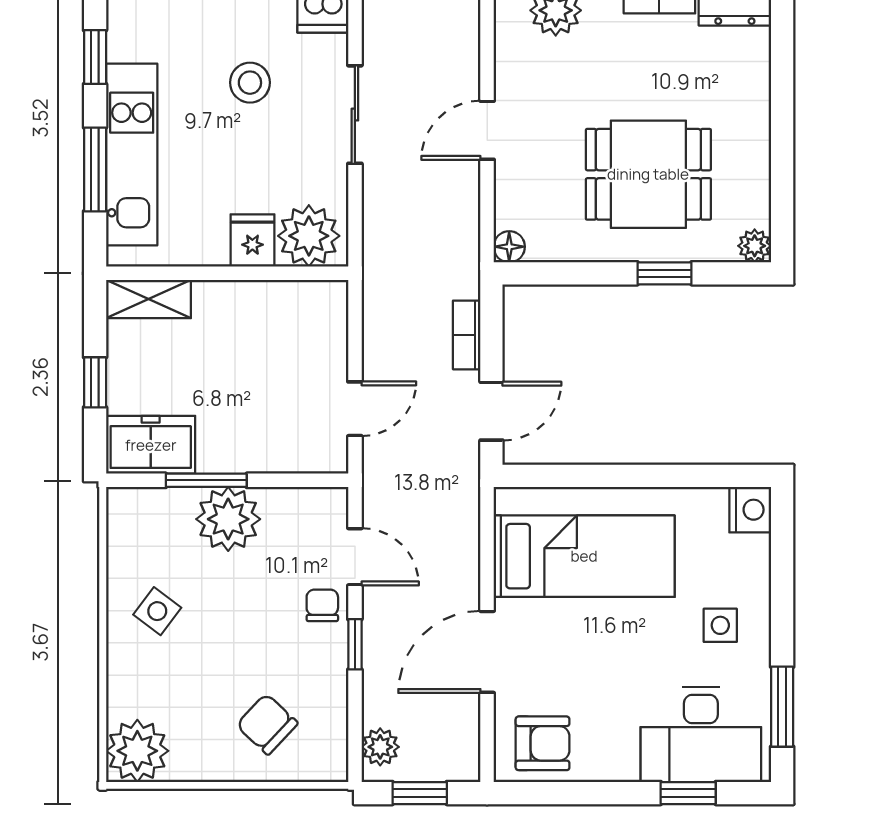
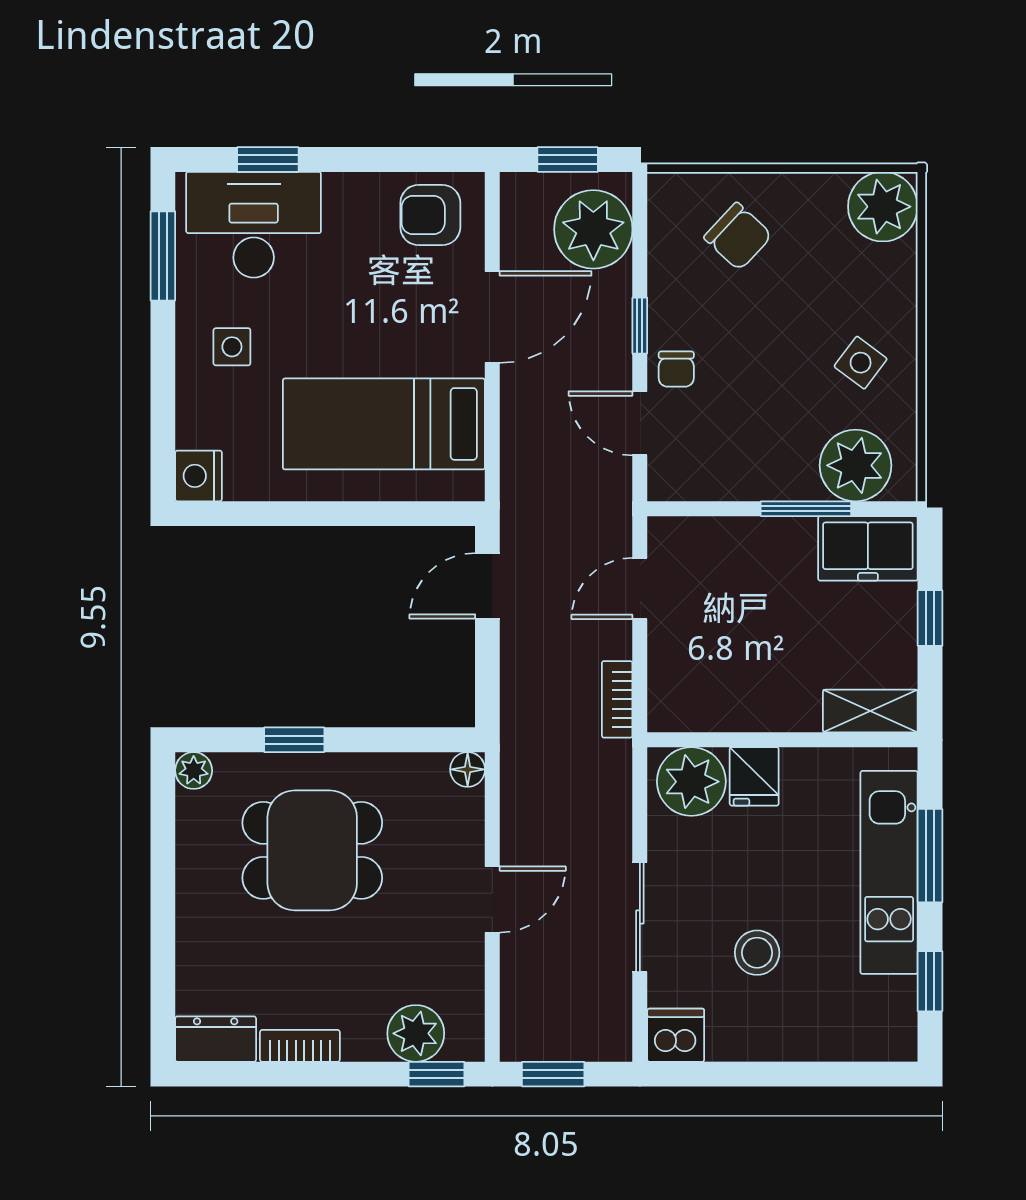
bookcase: (467, 335) -> (617, 699), moved, turned 180
plant: (228, 519) -> (855, 465), moved
plant: (380, 747) -> (593, 229), width x1.88, depth x1.88

